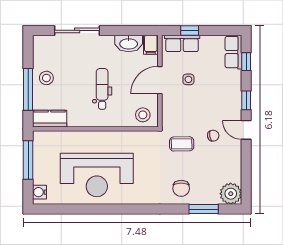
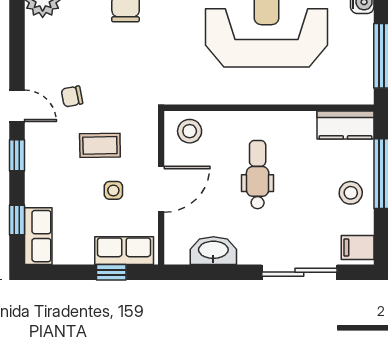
filing cabinet: (151, 45) -> (358, 247), moved, turned -90
dental chair: (102, 89) -> (258, 175), turned 180
coffee table: (182, 144) -> (100, 145), moved

